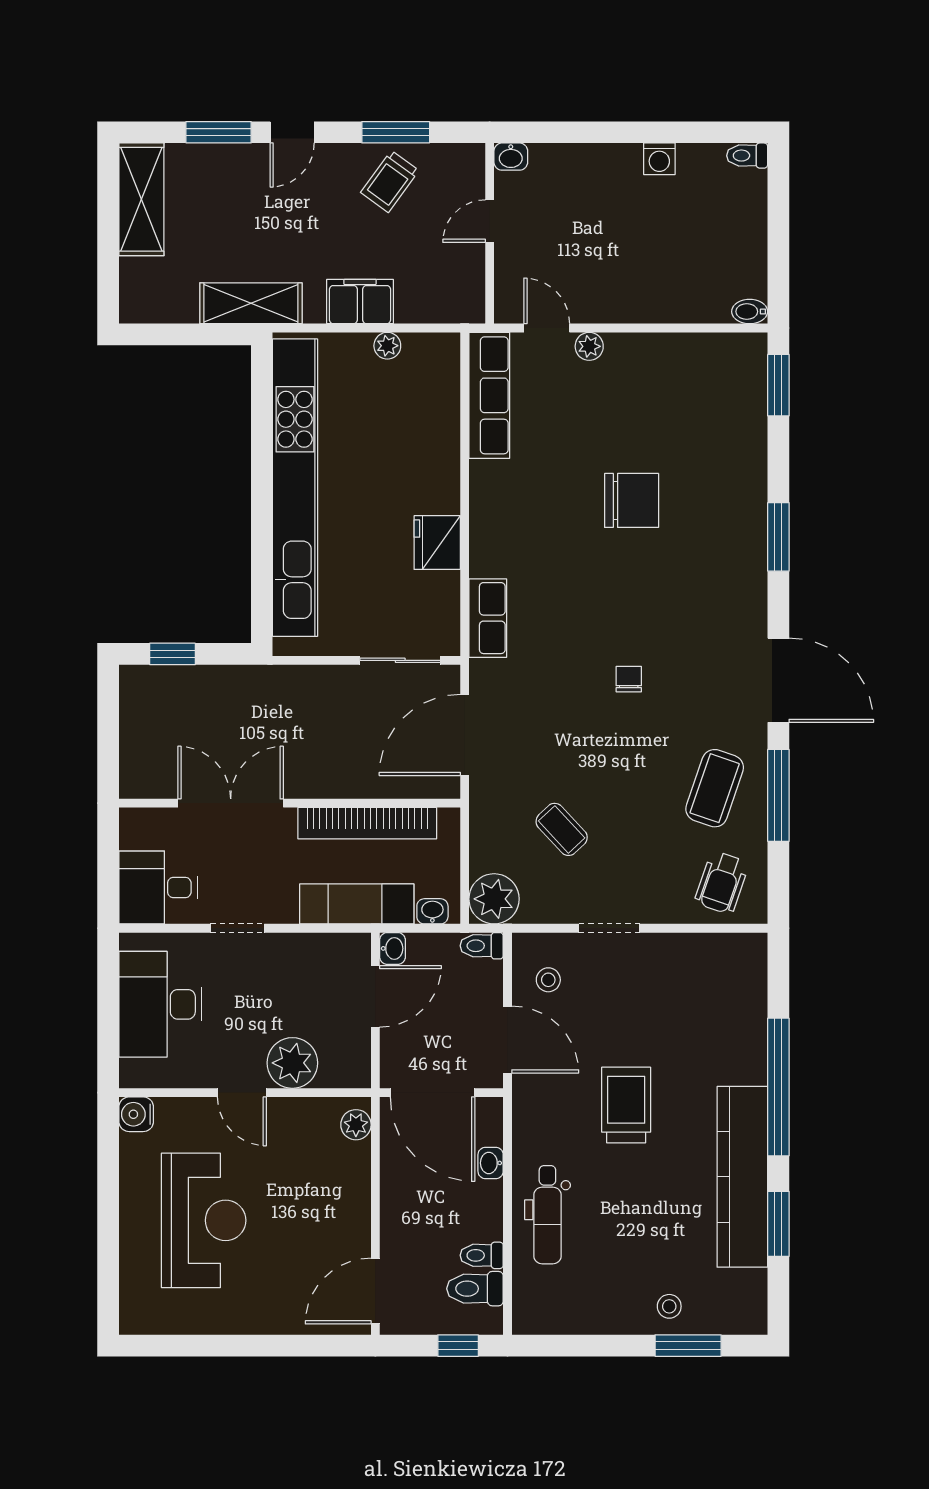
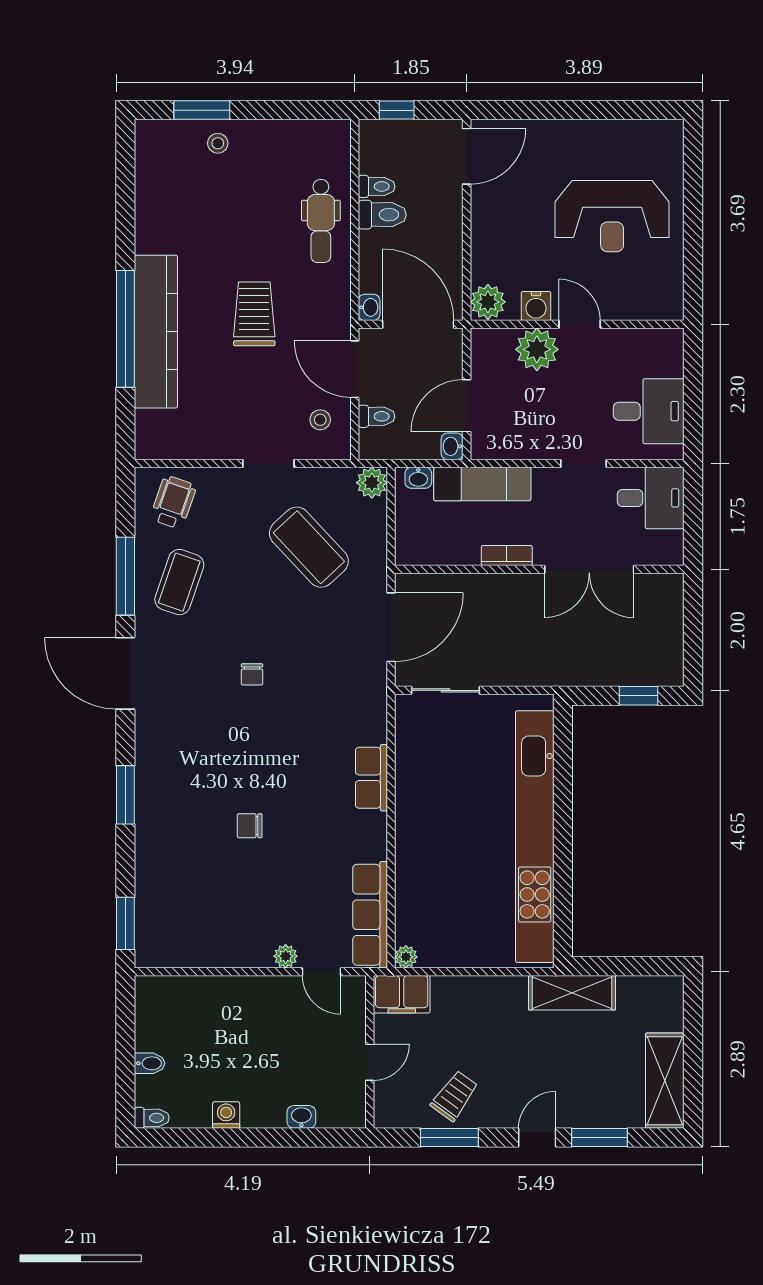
washbasin: (511, 157) -> (301, 1117), moved
filing cabinet: (360, 302) -> (402, 994), moved
bidet: (750, 312) -> (150, 1063), moved
plant: (387, 346) -> (406, 957), moved
chair: (632, 500) -> (250, 826), width x0.54, depth x0.54
fridge: (437, 543) -> (414, 790), removed
row of seats: (488, 618) -> (371, 778), moved
bookcase: (367, 823) -> (507, 556), width x0.43, depth x0.76
coffee table: (562, 829) -> (309, 547), width x1.86, depth x1.72
plant: (494, 899) -> (372, 483), width x0.73, depth x0.73
toilet: (482, 946) -> (377, 416), moved
desk: (160, 1004) -> (649, 411), width x0.73
trolley: (626, 1105) -> (254, 314), turned 180
water cooler: (136, 1114) -> (536, 306), moved, turned 90
plant: (356, 1125) -> (488, 302), width x1.38, depth x1.38
washbasin: (491, 1163) -> (369, 307), moved
kitchen counter: (742, 1177) -> (156, 332), moved
dental chair: (547, 1215) -> (321, 221), turned 180
reception desk: (204, 1220) -> (612, 216), turned -90
window: (778, 1224) -> (125, 213), removed
toilet: (475, 1289) -> (382, 215), moved

